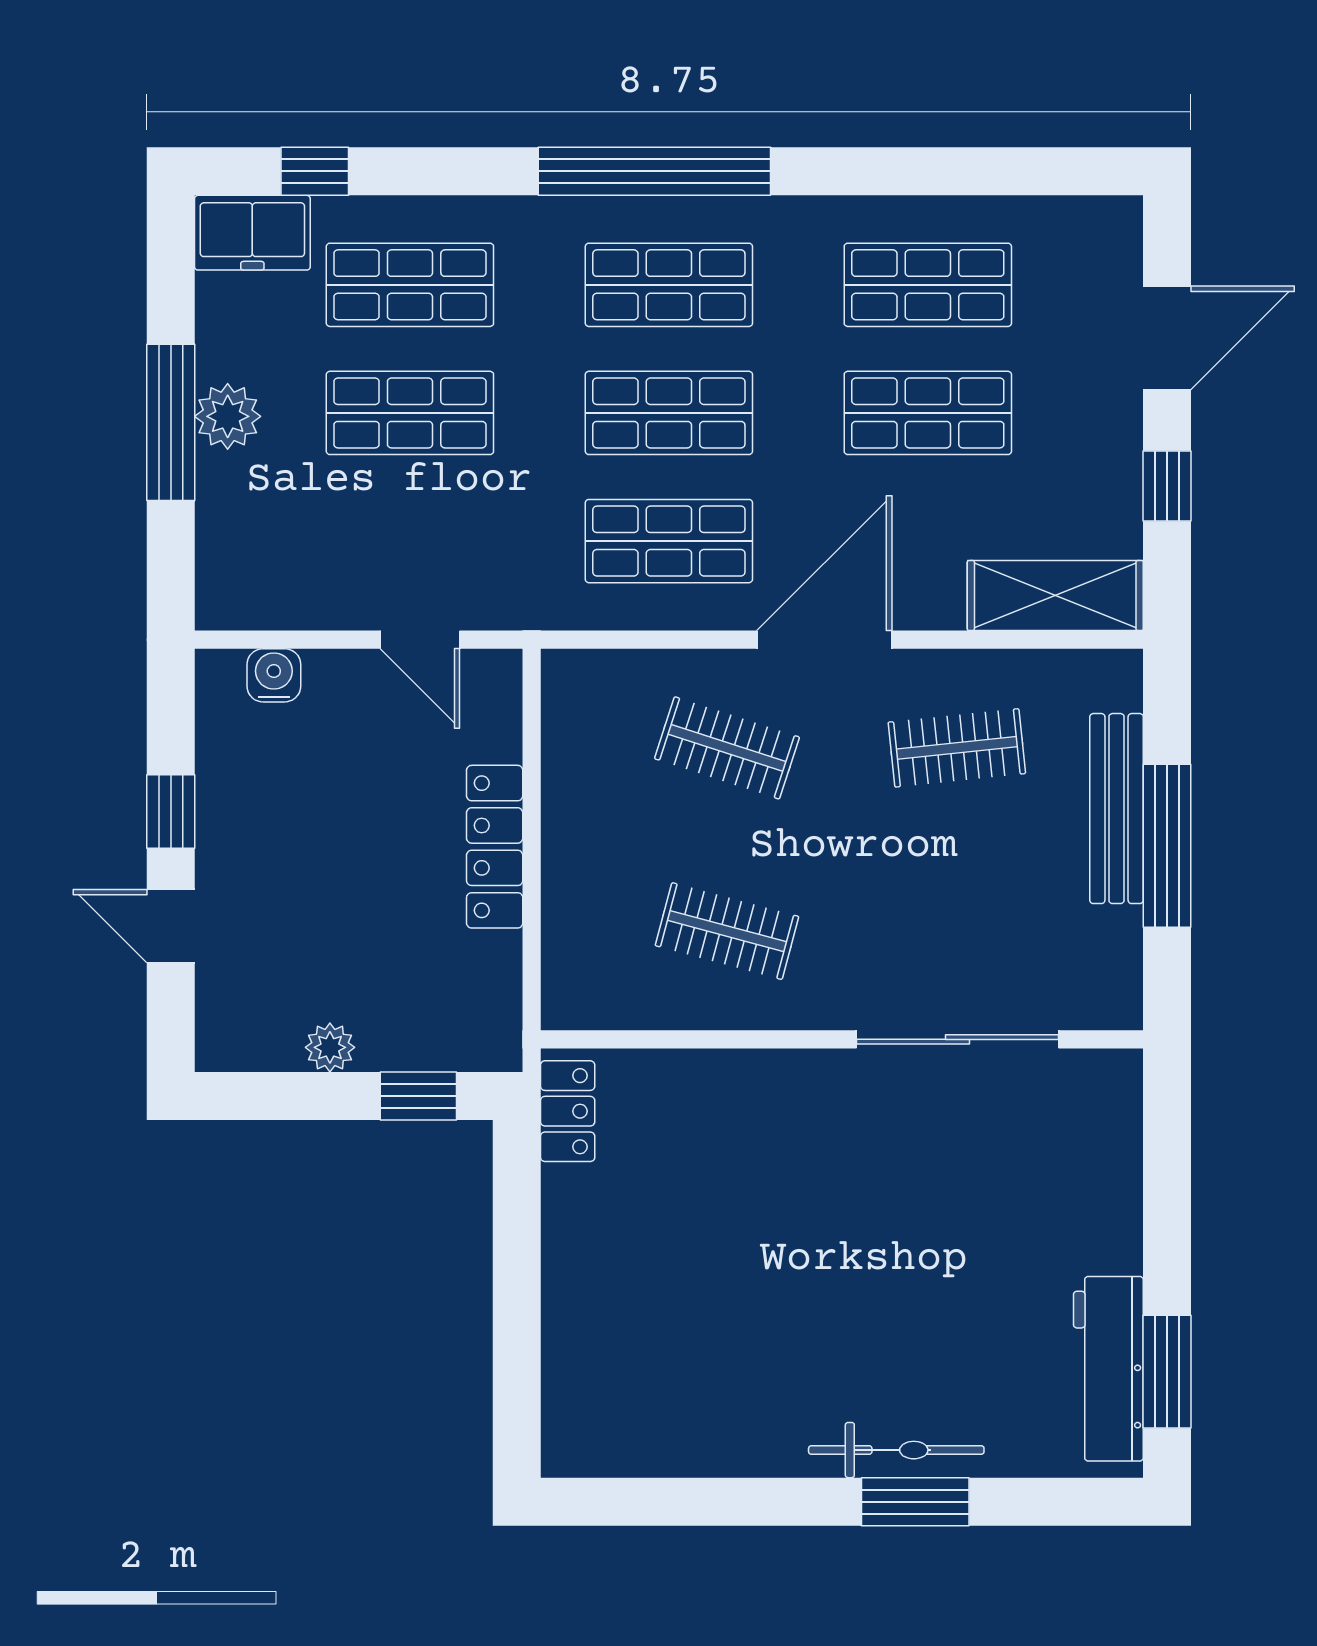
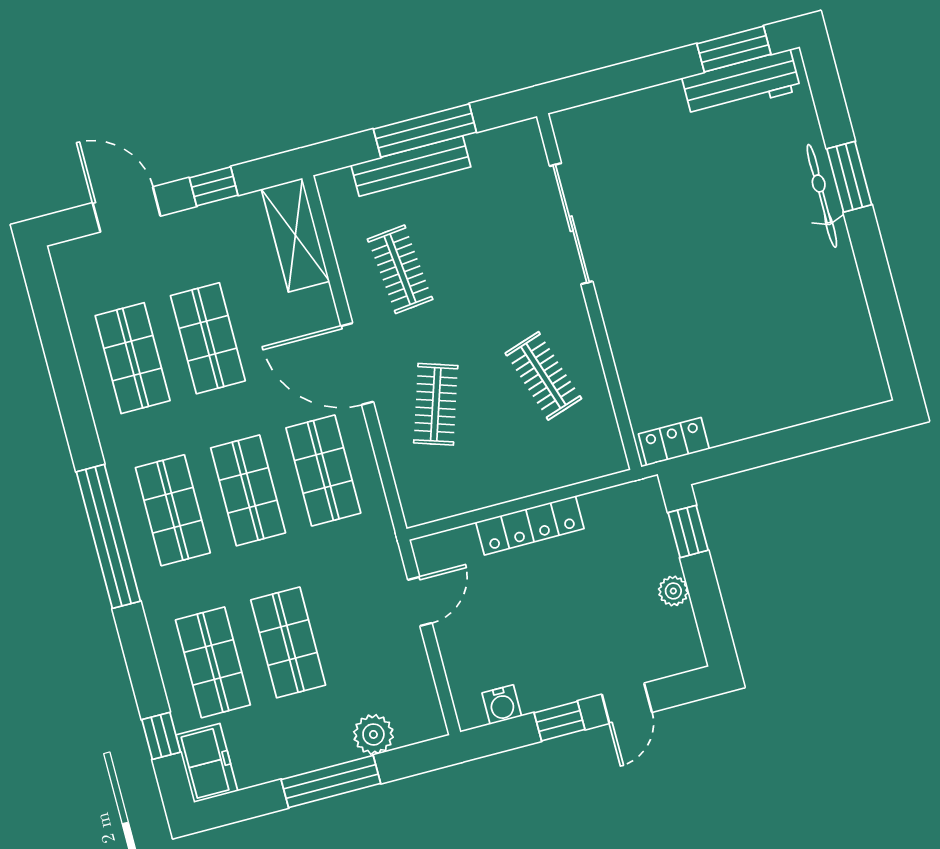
plant: (228, 416) -> (373, 734), moved
water cooler: (274, 675) -> (502, 705), moved, turned -90
clothes rail: (727, 931) -> (543, 376), turned -33

